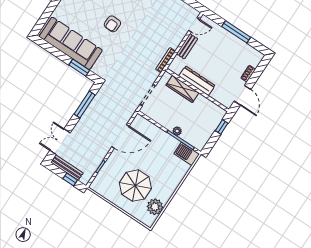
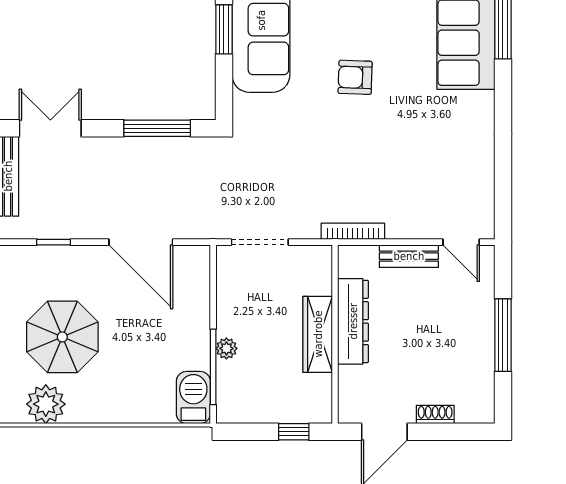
window: (79, 68) -> (224, 29), moved
wardrobe: (182, 89) -> (318, 334), moved

